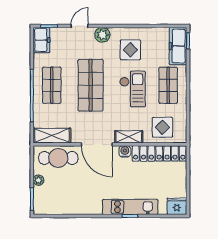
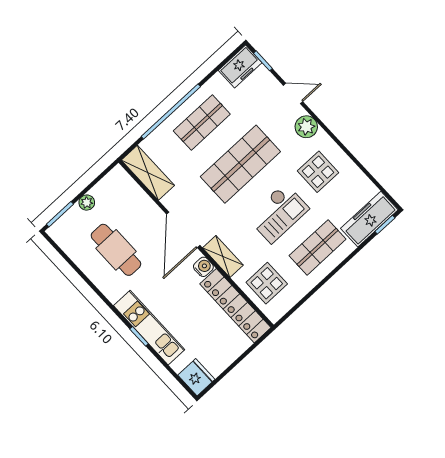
cafe table: (58, 158) -> (116, 250), moved

